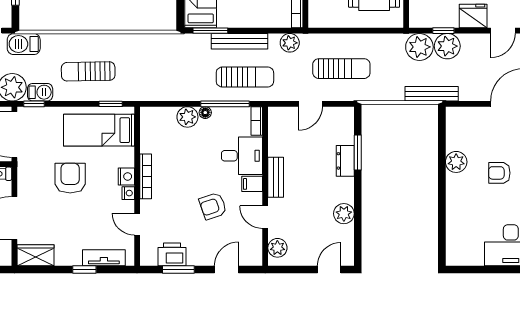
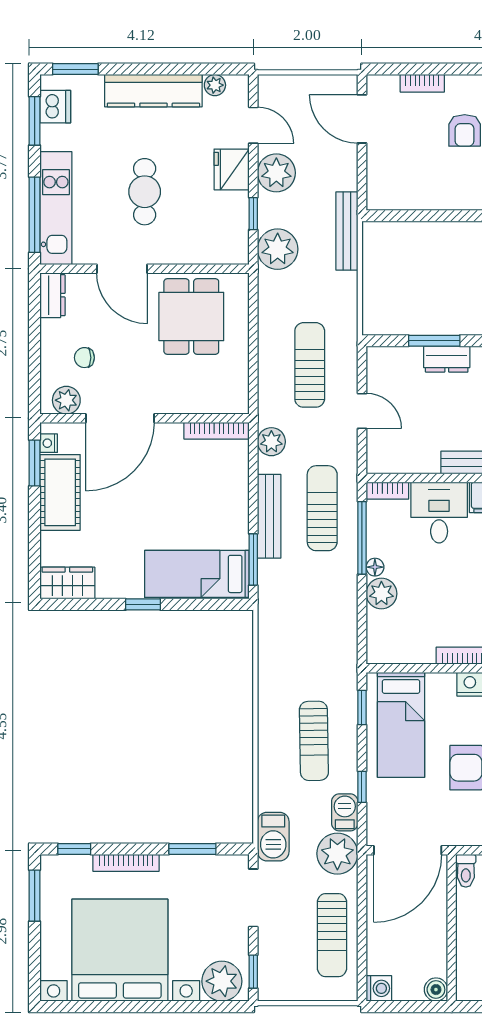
plant: (447, 46) -> (276, 173), moved
window: (34, 104) -> (362, 787), moved
plant: (456, 162) -> (448, 195), removed

